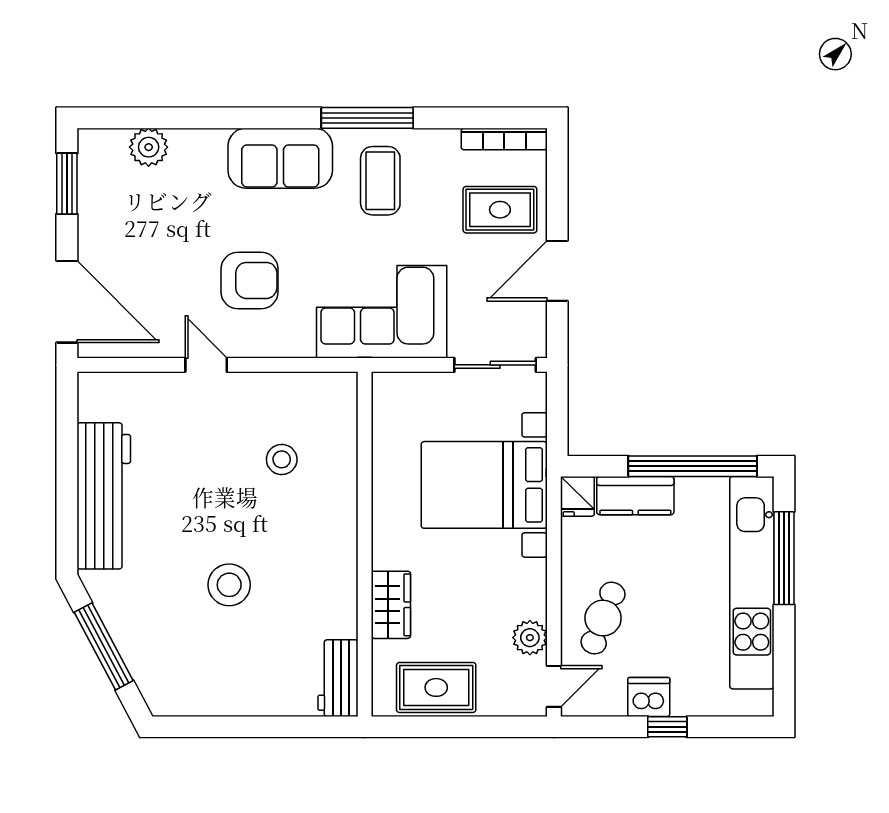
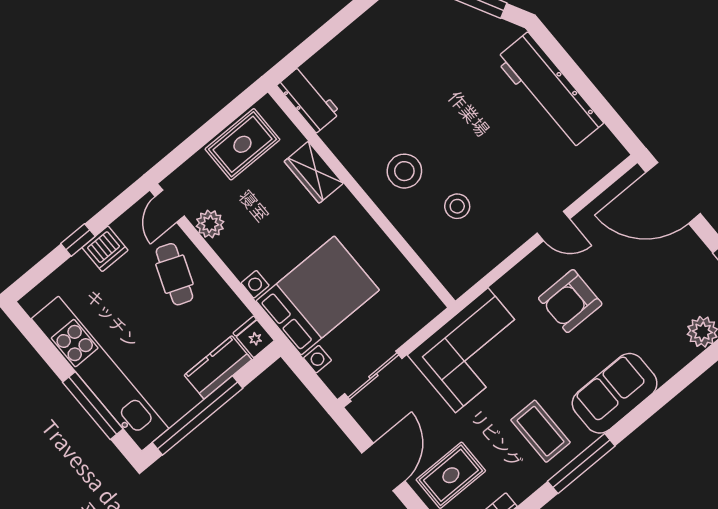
stool: (229, 585) -> (404, 171), moved

